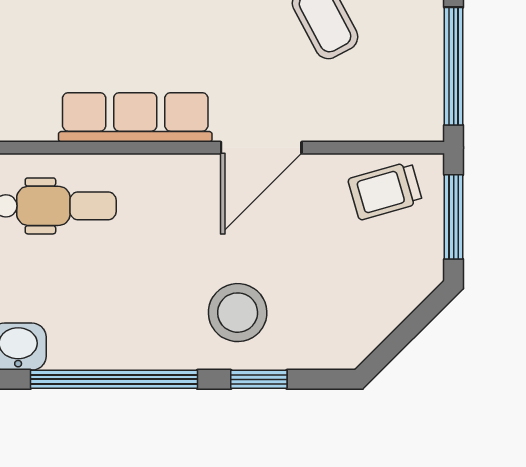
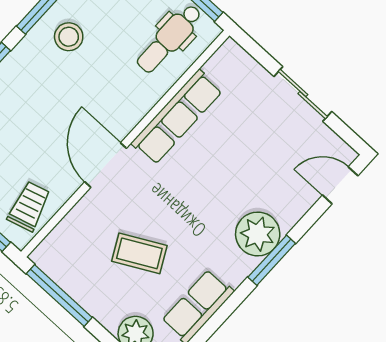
stool: (238, 313) -> (69, 37), moved, width x0.73, depth x0.73

